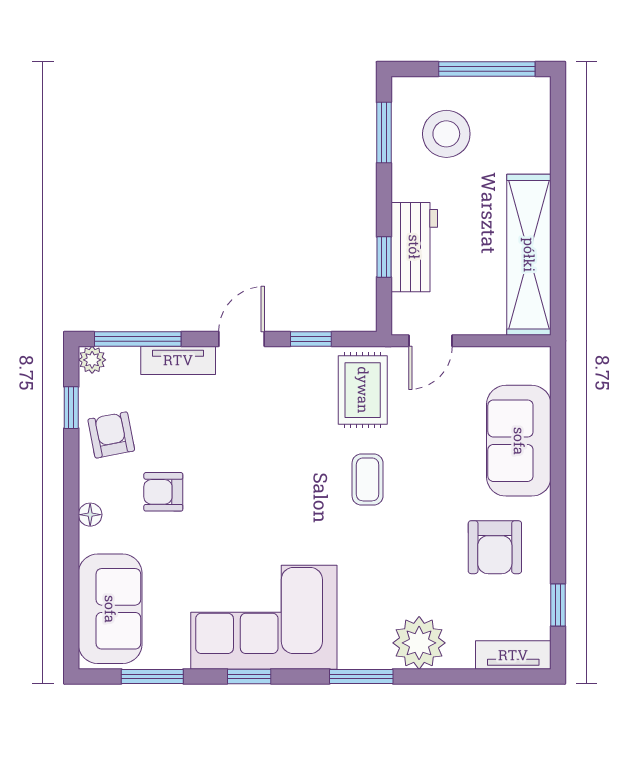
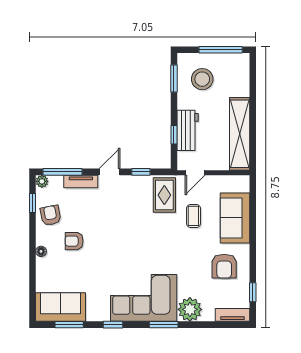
coffee table: (368, 479) -> (193, 216), moved
sofa: (110, 609) -> (61, 307), moved, turned -90
corner sofa: (264, 617) -> (144, 298), moved

